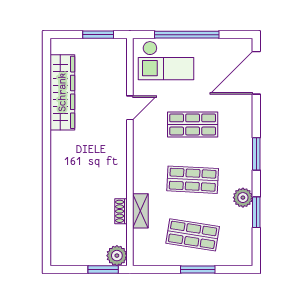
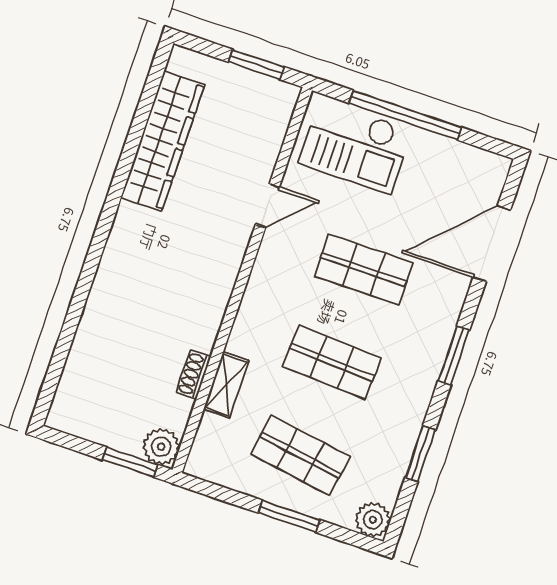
door: (256, 73) -> (492, 243), moved
plant: (243, 198) -> (373, 520), moved

